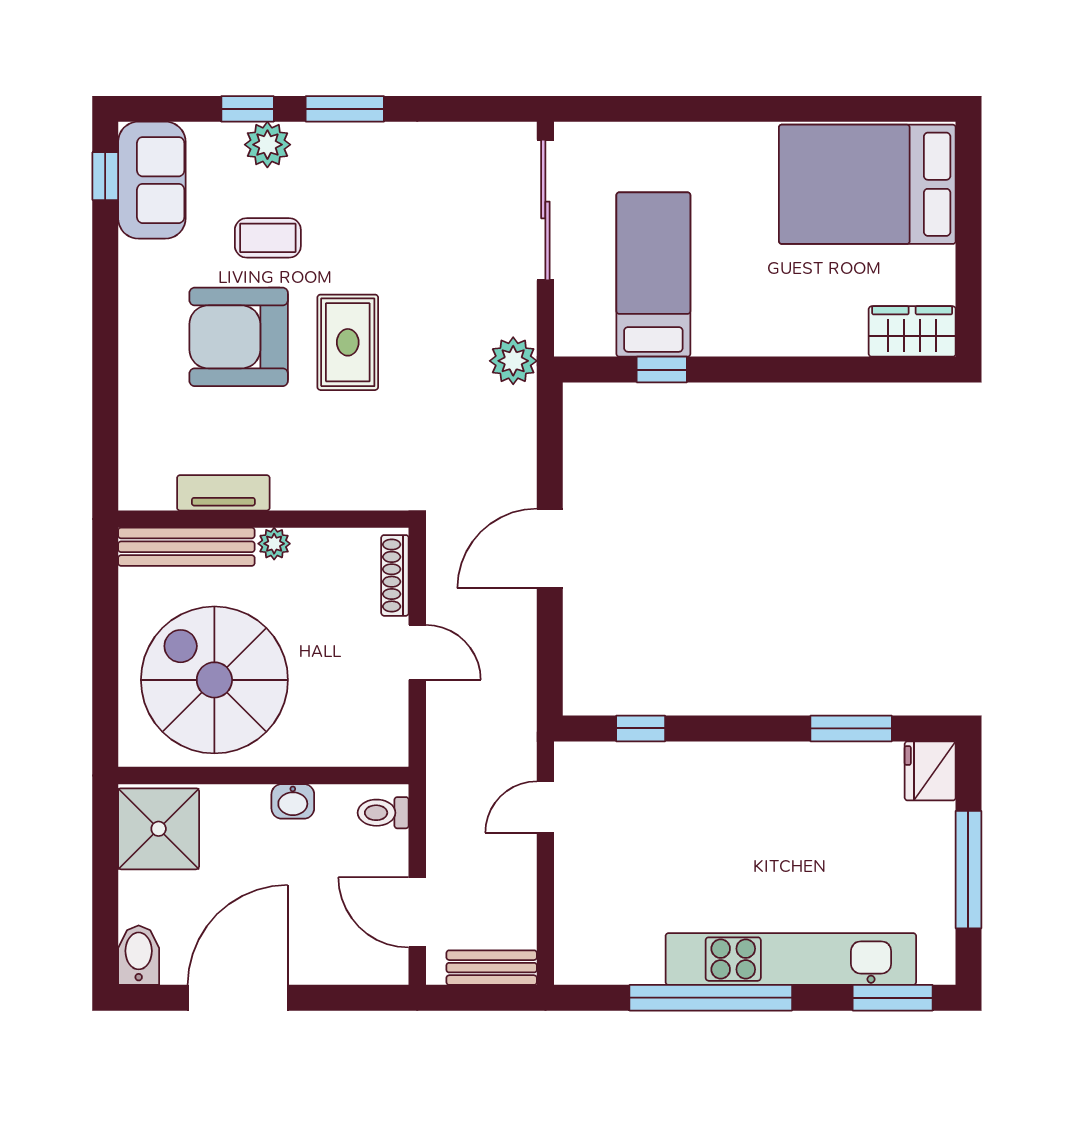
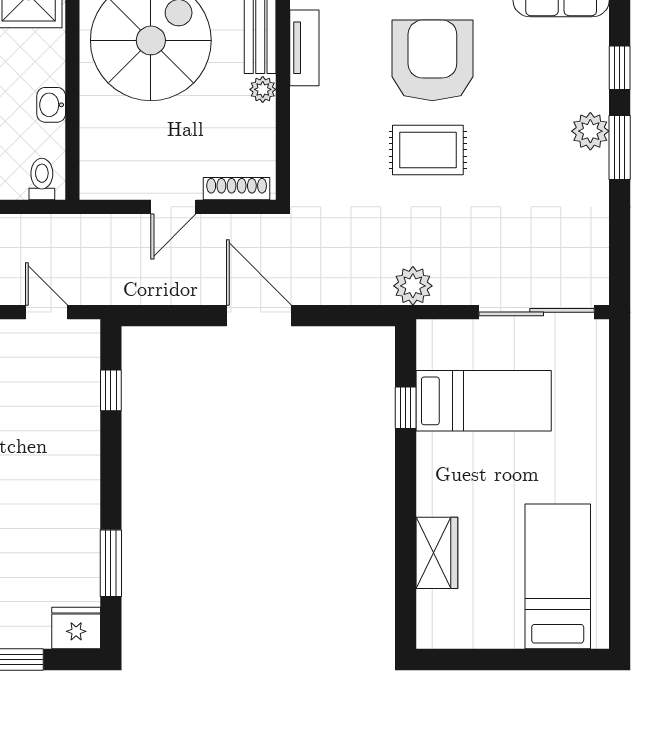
plant: (267, 145) -> (590, 131), moved
bed: (867, 184) -> (558, 576), width x0.67
coffee table: (268, 238) -> (514, 84), removed
wardrobe: (912, 331) -> (437, 553), moved

